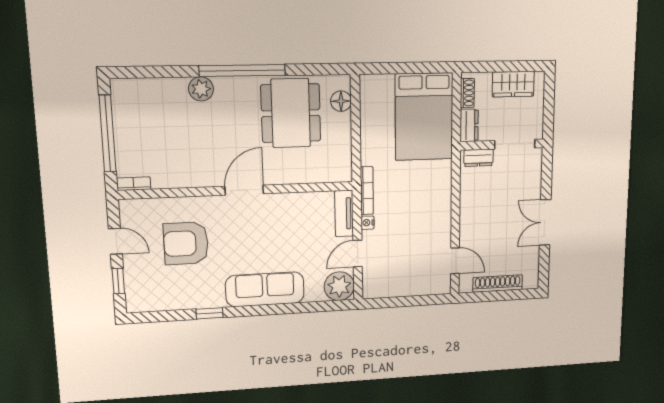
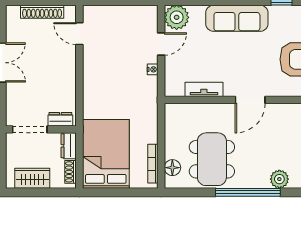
bookcase: (367, 191) -> (153, 164), moved
tv unit: (344, 213) -> (204, 89), moved, turned -90

